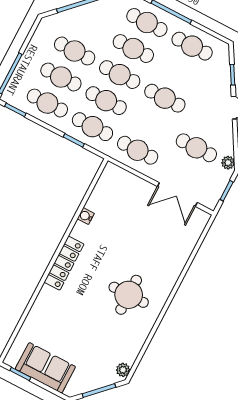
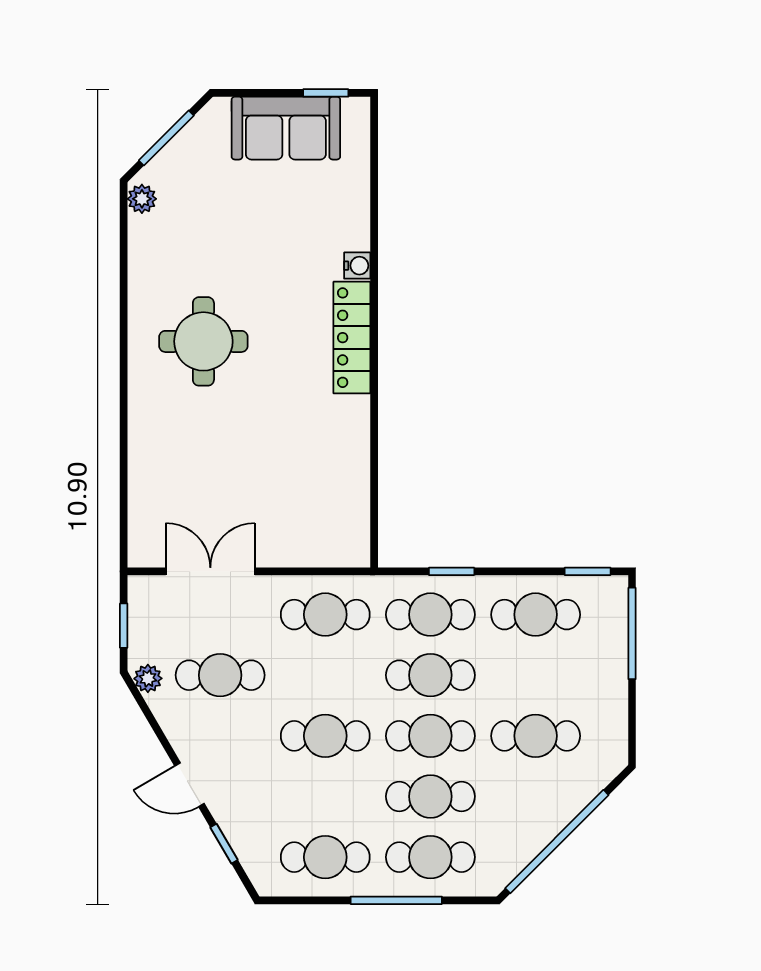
cafe table: (61, 77) -> (536, 675), removed
water cooler: (86, 216) -> (357, 266), moved

